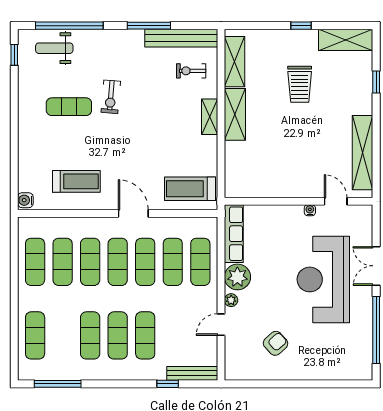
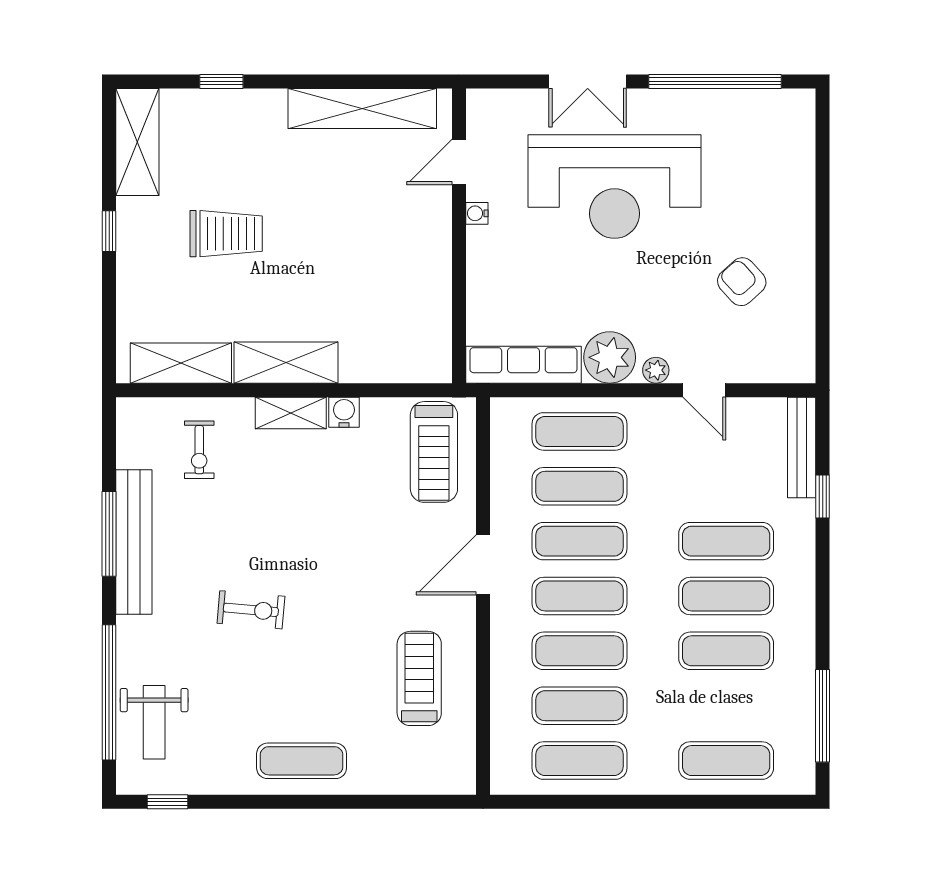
bench: (181, 38) -> (134, 542), moved
exercise mat: (69, 107) -> (302, 761), moved, turned 90
water cooler: (25, 200) -> (344, 412), moved, turned 180

